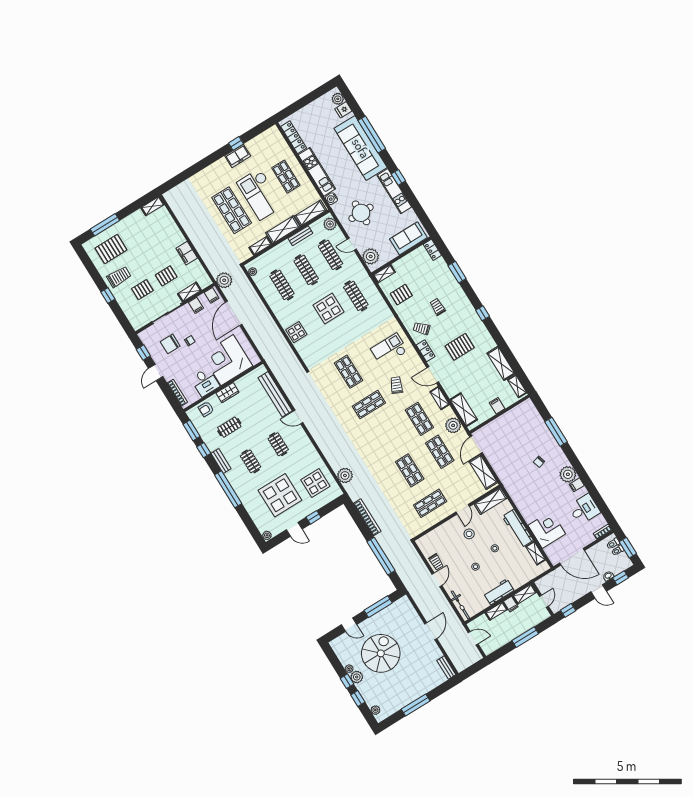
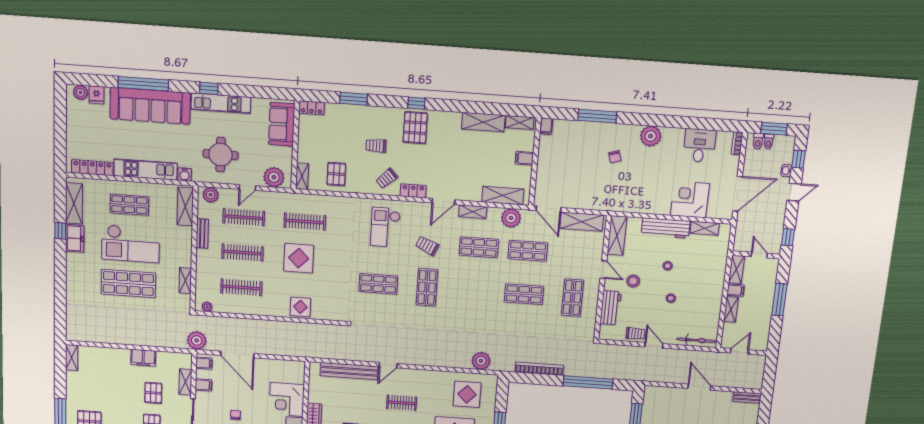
shelving: (283, 230) -> (74, 203), moved
pallet: (460, 347) -> (415, 128), moved
corner desk: (227, 360) -> (287, 399), width x0.74, depth x0.74
filing cabinet: (577, 485) -> (546, 126), moved
workbench: (499, 592) -> (611, 308), moved, turned 180

